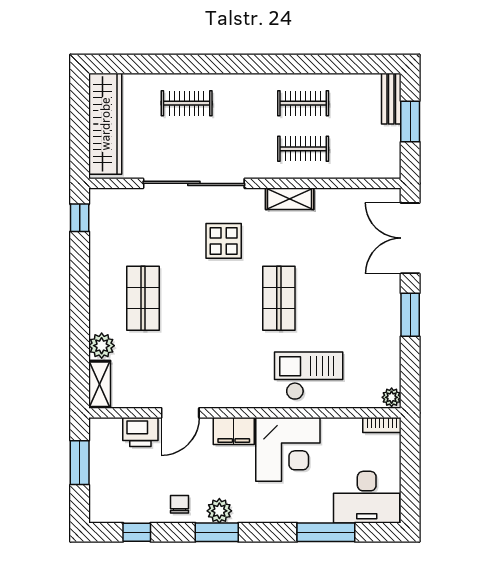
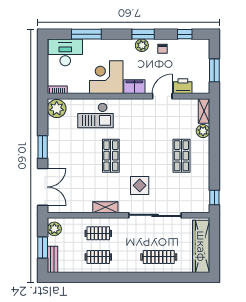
clothes rail: (187, 103) -> (159, 257), width x1.36
plant: (388, 157) -> (54, 229), added
plant: (392, 397) -> (57, 109), width x1.88, depth x1.88

